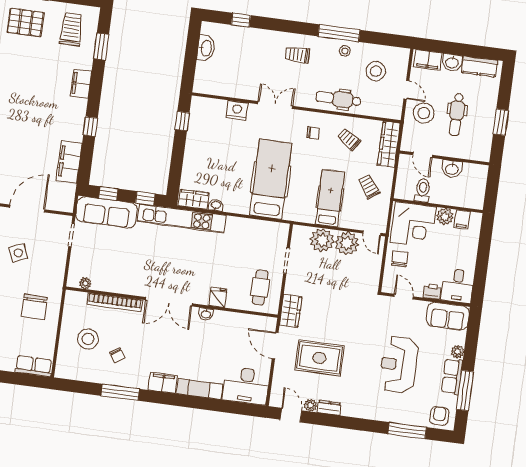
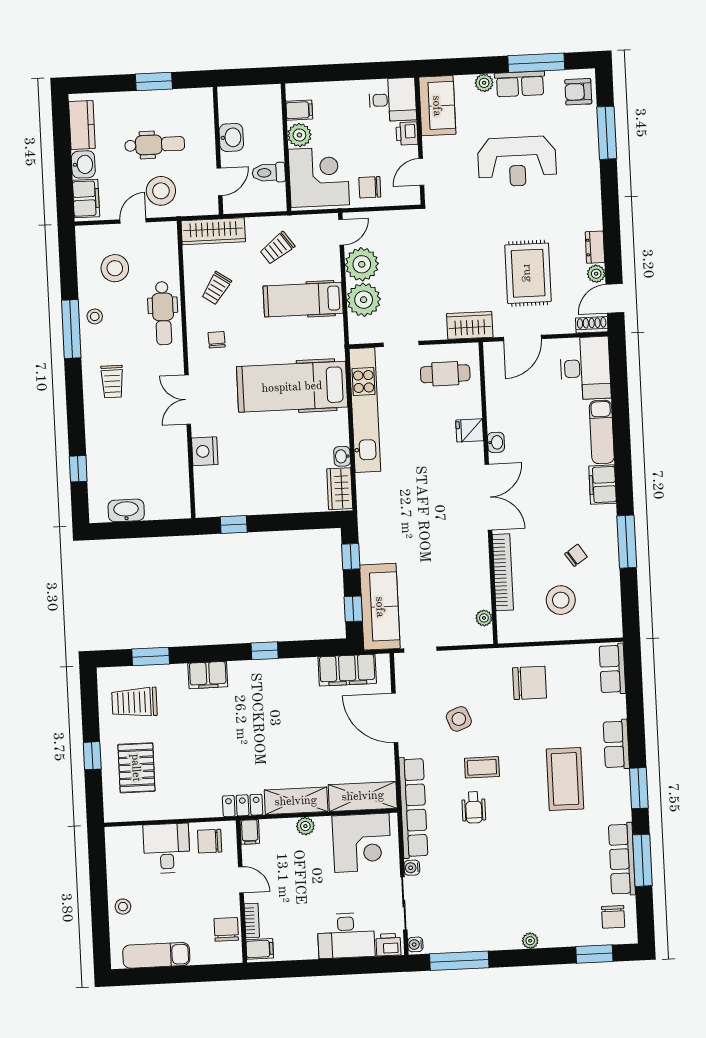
filing cabinet: (69, 162) -> (347, 670), moved
kitchen unit: (182, 219) -> (365, 410), moved
shoe rack: (276, 396) -> (592, 325), added

